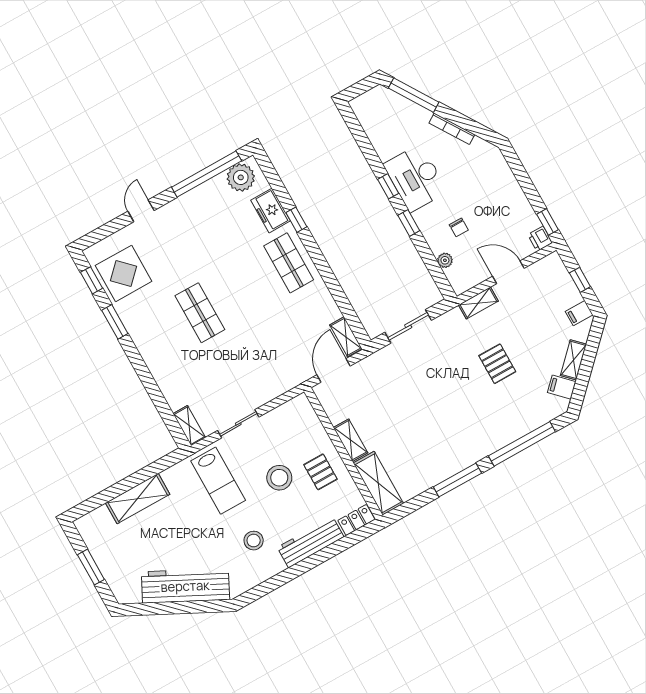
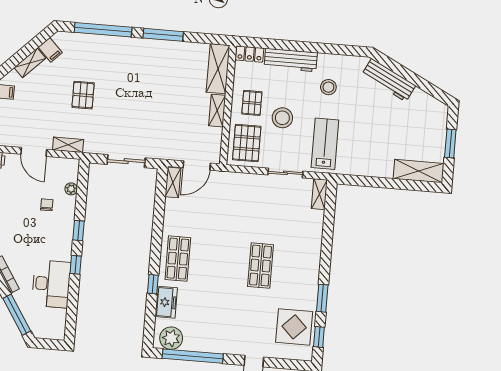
desk: (415, 178) -> (51, 284), moved
pallet: (298, 428) -> (247, 143), added
shelving: (138, 499) -> (419, 171), moved
workbench: (185, 586) -> (389, 80), width x0.73, depth x0.76

